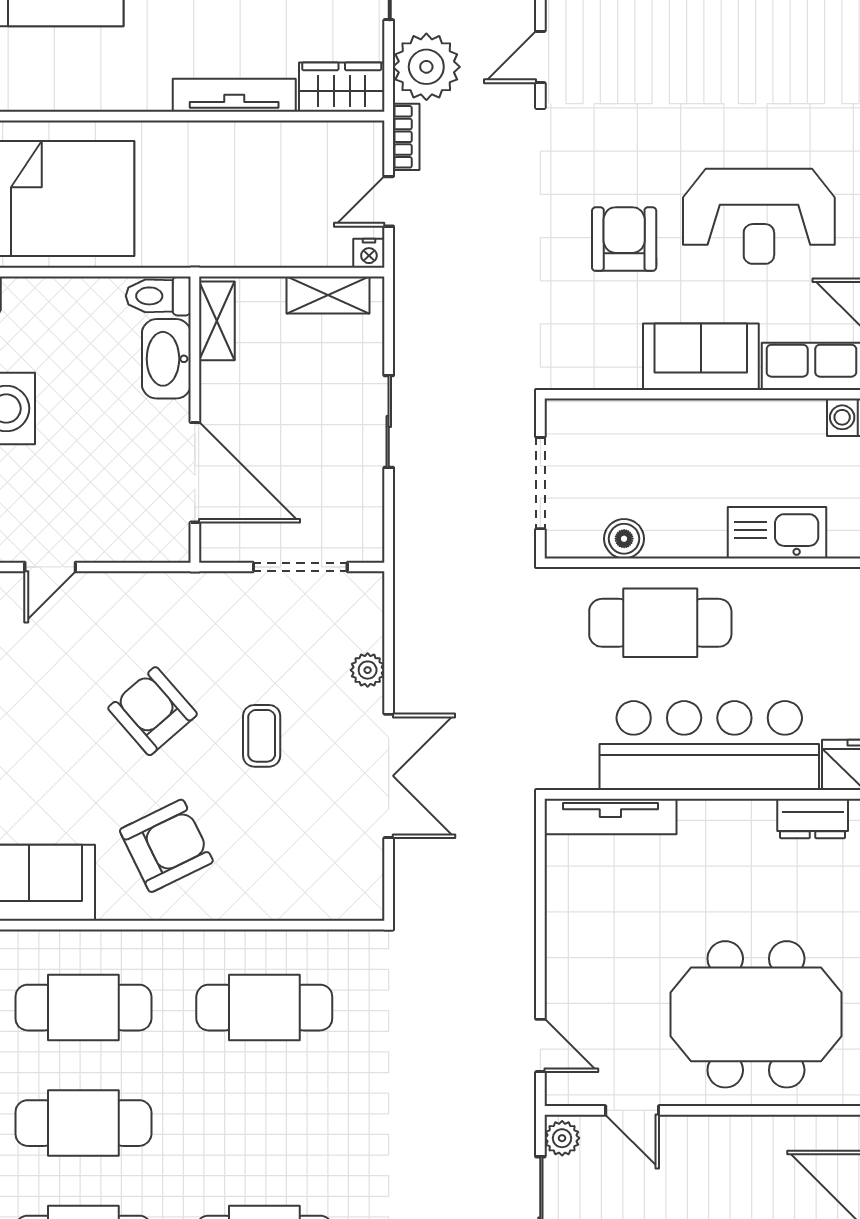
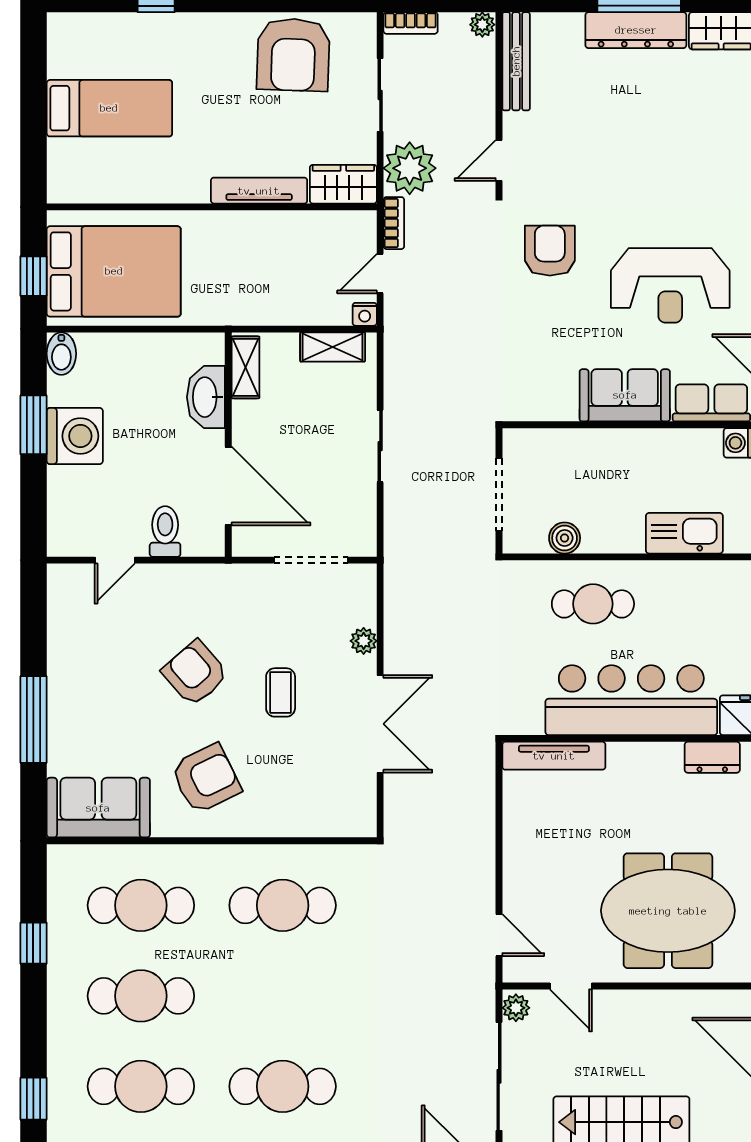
armchair: (624, 239) -> (550, 251), moved
toilet: (158, 296) -> (165, 531), moved, turned 90
cafe table: (660, 623) -> (593, 604), width x0.73, depth x0.74

